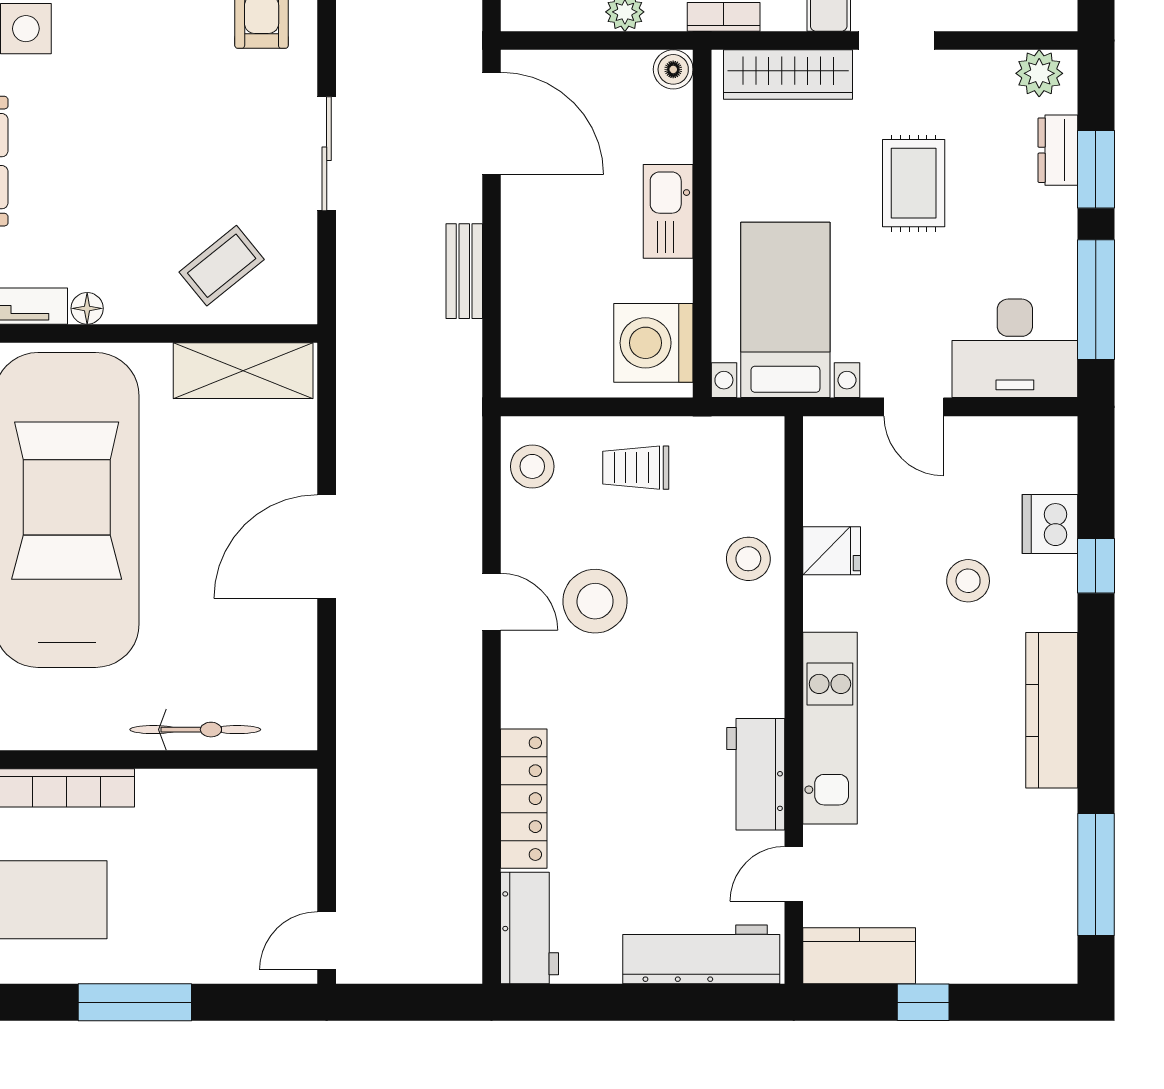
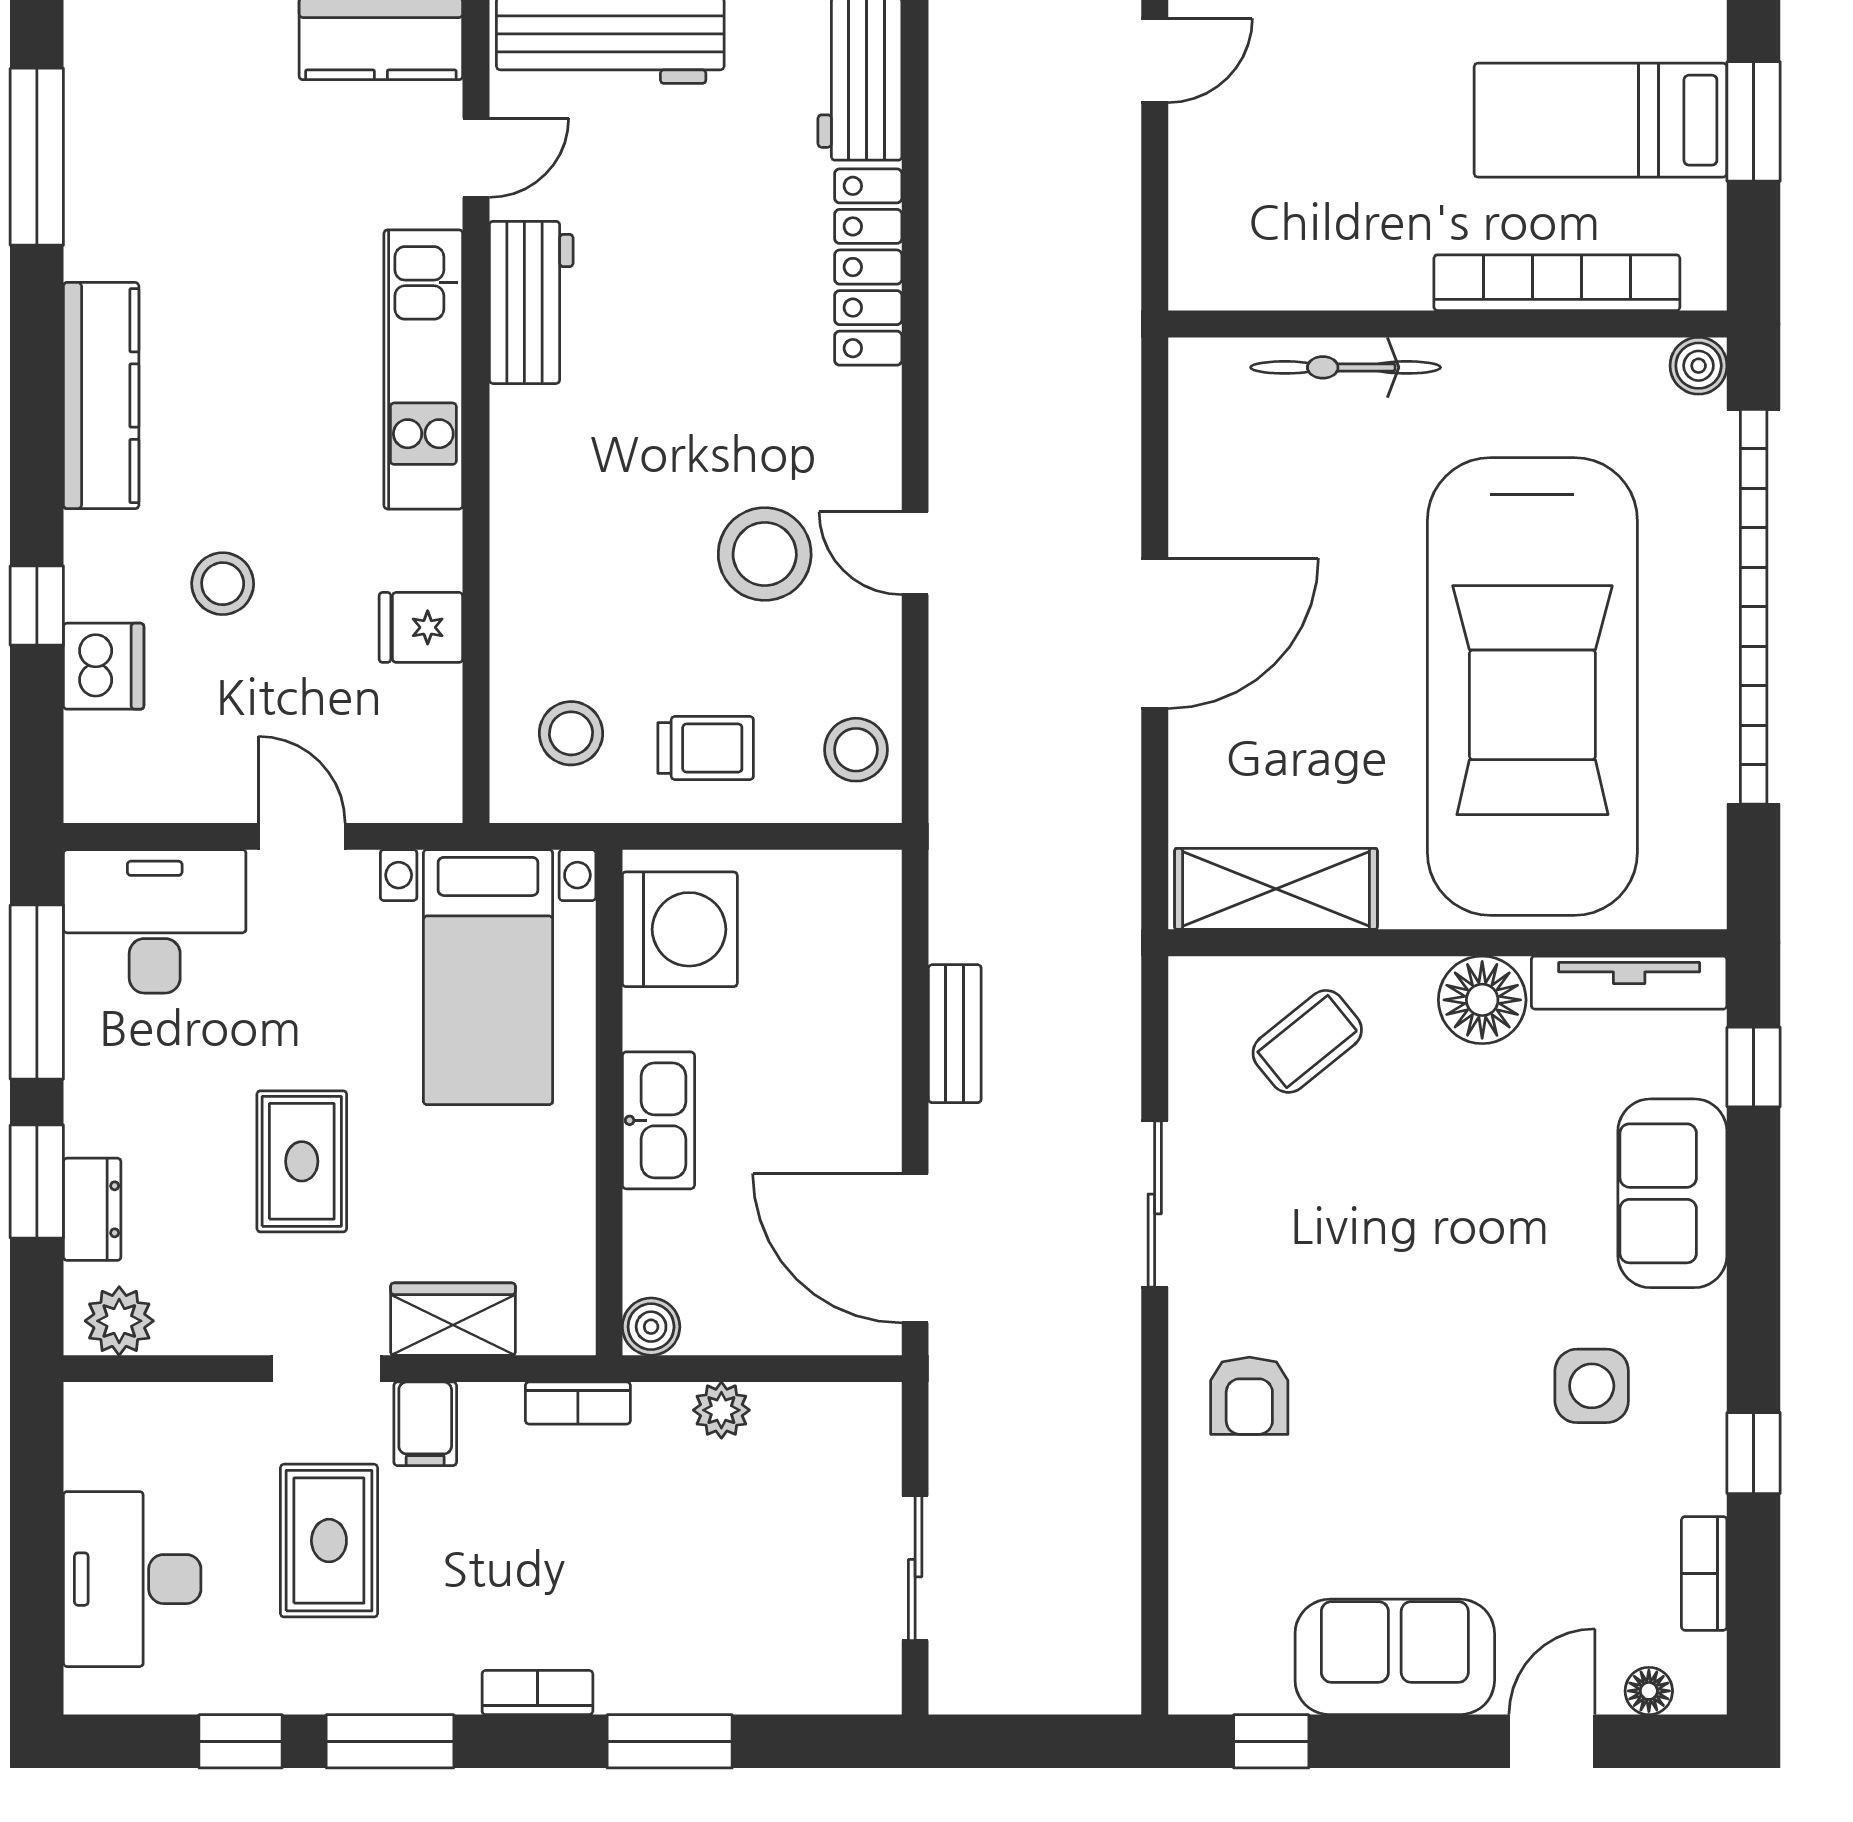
wardrobe: (788, 75) -> (453, 1319), width x0.67
floor lamp: (87, 308) -> (1482, 1000), width x1.89, depth x1.89
stool: (748, 559) -> (571, 733), moved

